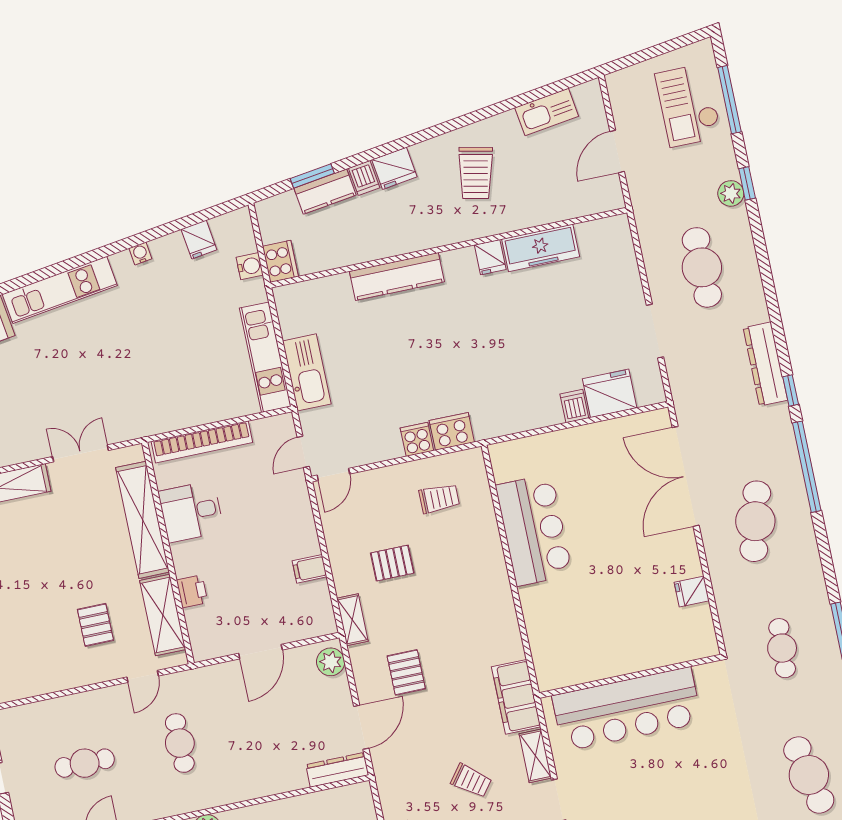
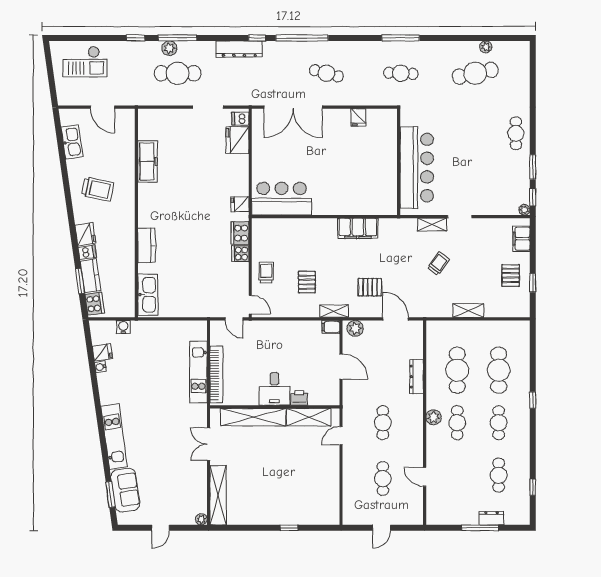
window: (729, 100) -> (178, 38), moved
plant: (731, 193) -> (169, 48), moved
water cooler: (140, 253) -> (100, 367), moved
fridge: (490, 257) -> (240, 204), moved, turned 180
cooker: (280, 261) -> (95, 304), moved, turned 82
kitchen counter: (397, 276) -> (147, 246), width x0.67
kitchen unit: (265, 357) -> (198, 372), moved, turned 90
kitchen sink: (307, 372) -> (148, 295), moved, turned 90
dishwasher: (574, 406) -> (240, 119), moved
trolley: (439, 498) -> (266, 272), moved
desk: (191, 512) -> (274, 389), moved
cafe table: (755, 521) -> (326, 73), width x0.73, depth x0.74
bar counter: (534, 530) -> (282, 199), moved
filing cabinet: (310, 569) -> (331, 327), moved, turned 90
pallet: (95, 625) -> (306, 456), removed
door: (143, 676) -> (341, 436), swing flipped
filing cabinet: (516, 697) -> (358, 228), moved
cafe table: (180, 743) -> (383, 423), turned 90
dresser: (337, 770) -> (417, 377), moved

